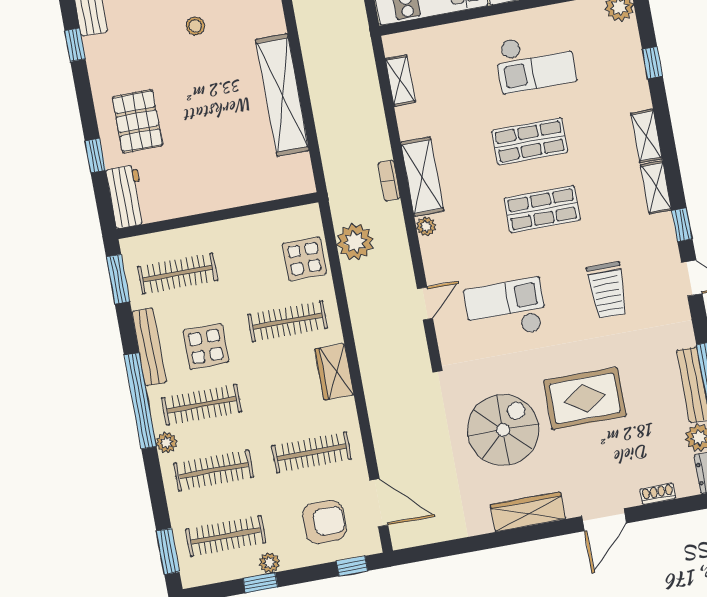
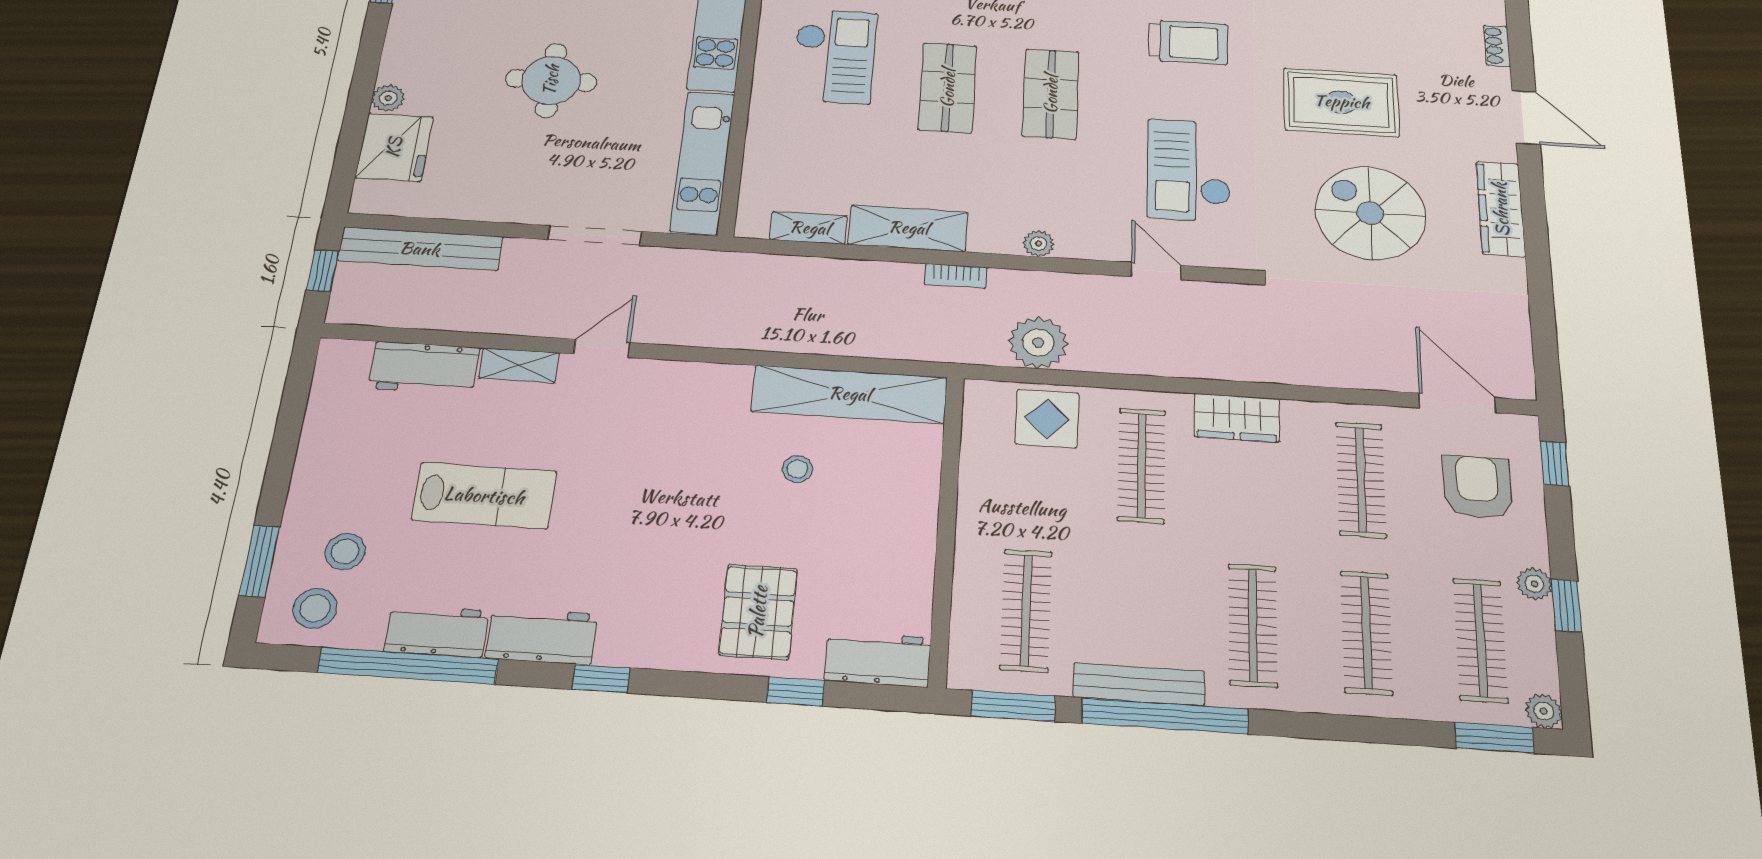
stool: (195, 26) -> (797, 469), moved
shelving: (282, 95) -> (849, 394), moved
pallet: (137, 121) -> (758, 612), turned 90
shelving: (422, 177) -> (908, 228), moved
display table: (206, 346) -> (1157, 596), removed
rug: (585, 398) -> (1341, 102), turned 90
window: (140, 401) -> (1165, 716), moved
plant: (167, 443) -> (1544, 711), moved
door: (379, 503) -> (1457, 403), hinge flipped

